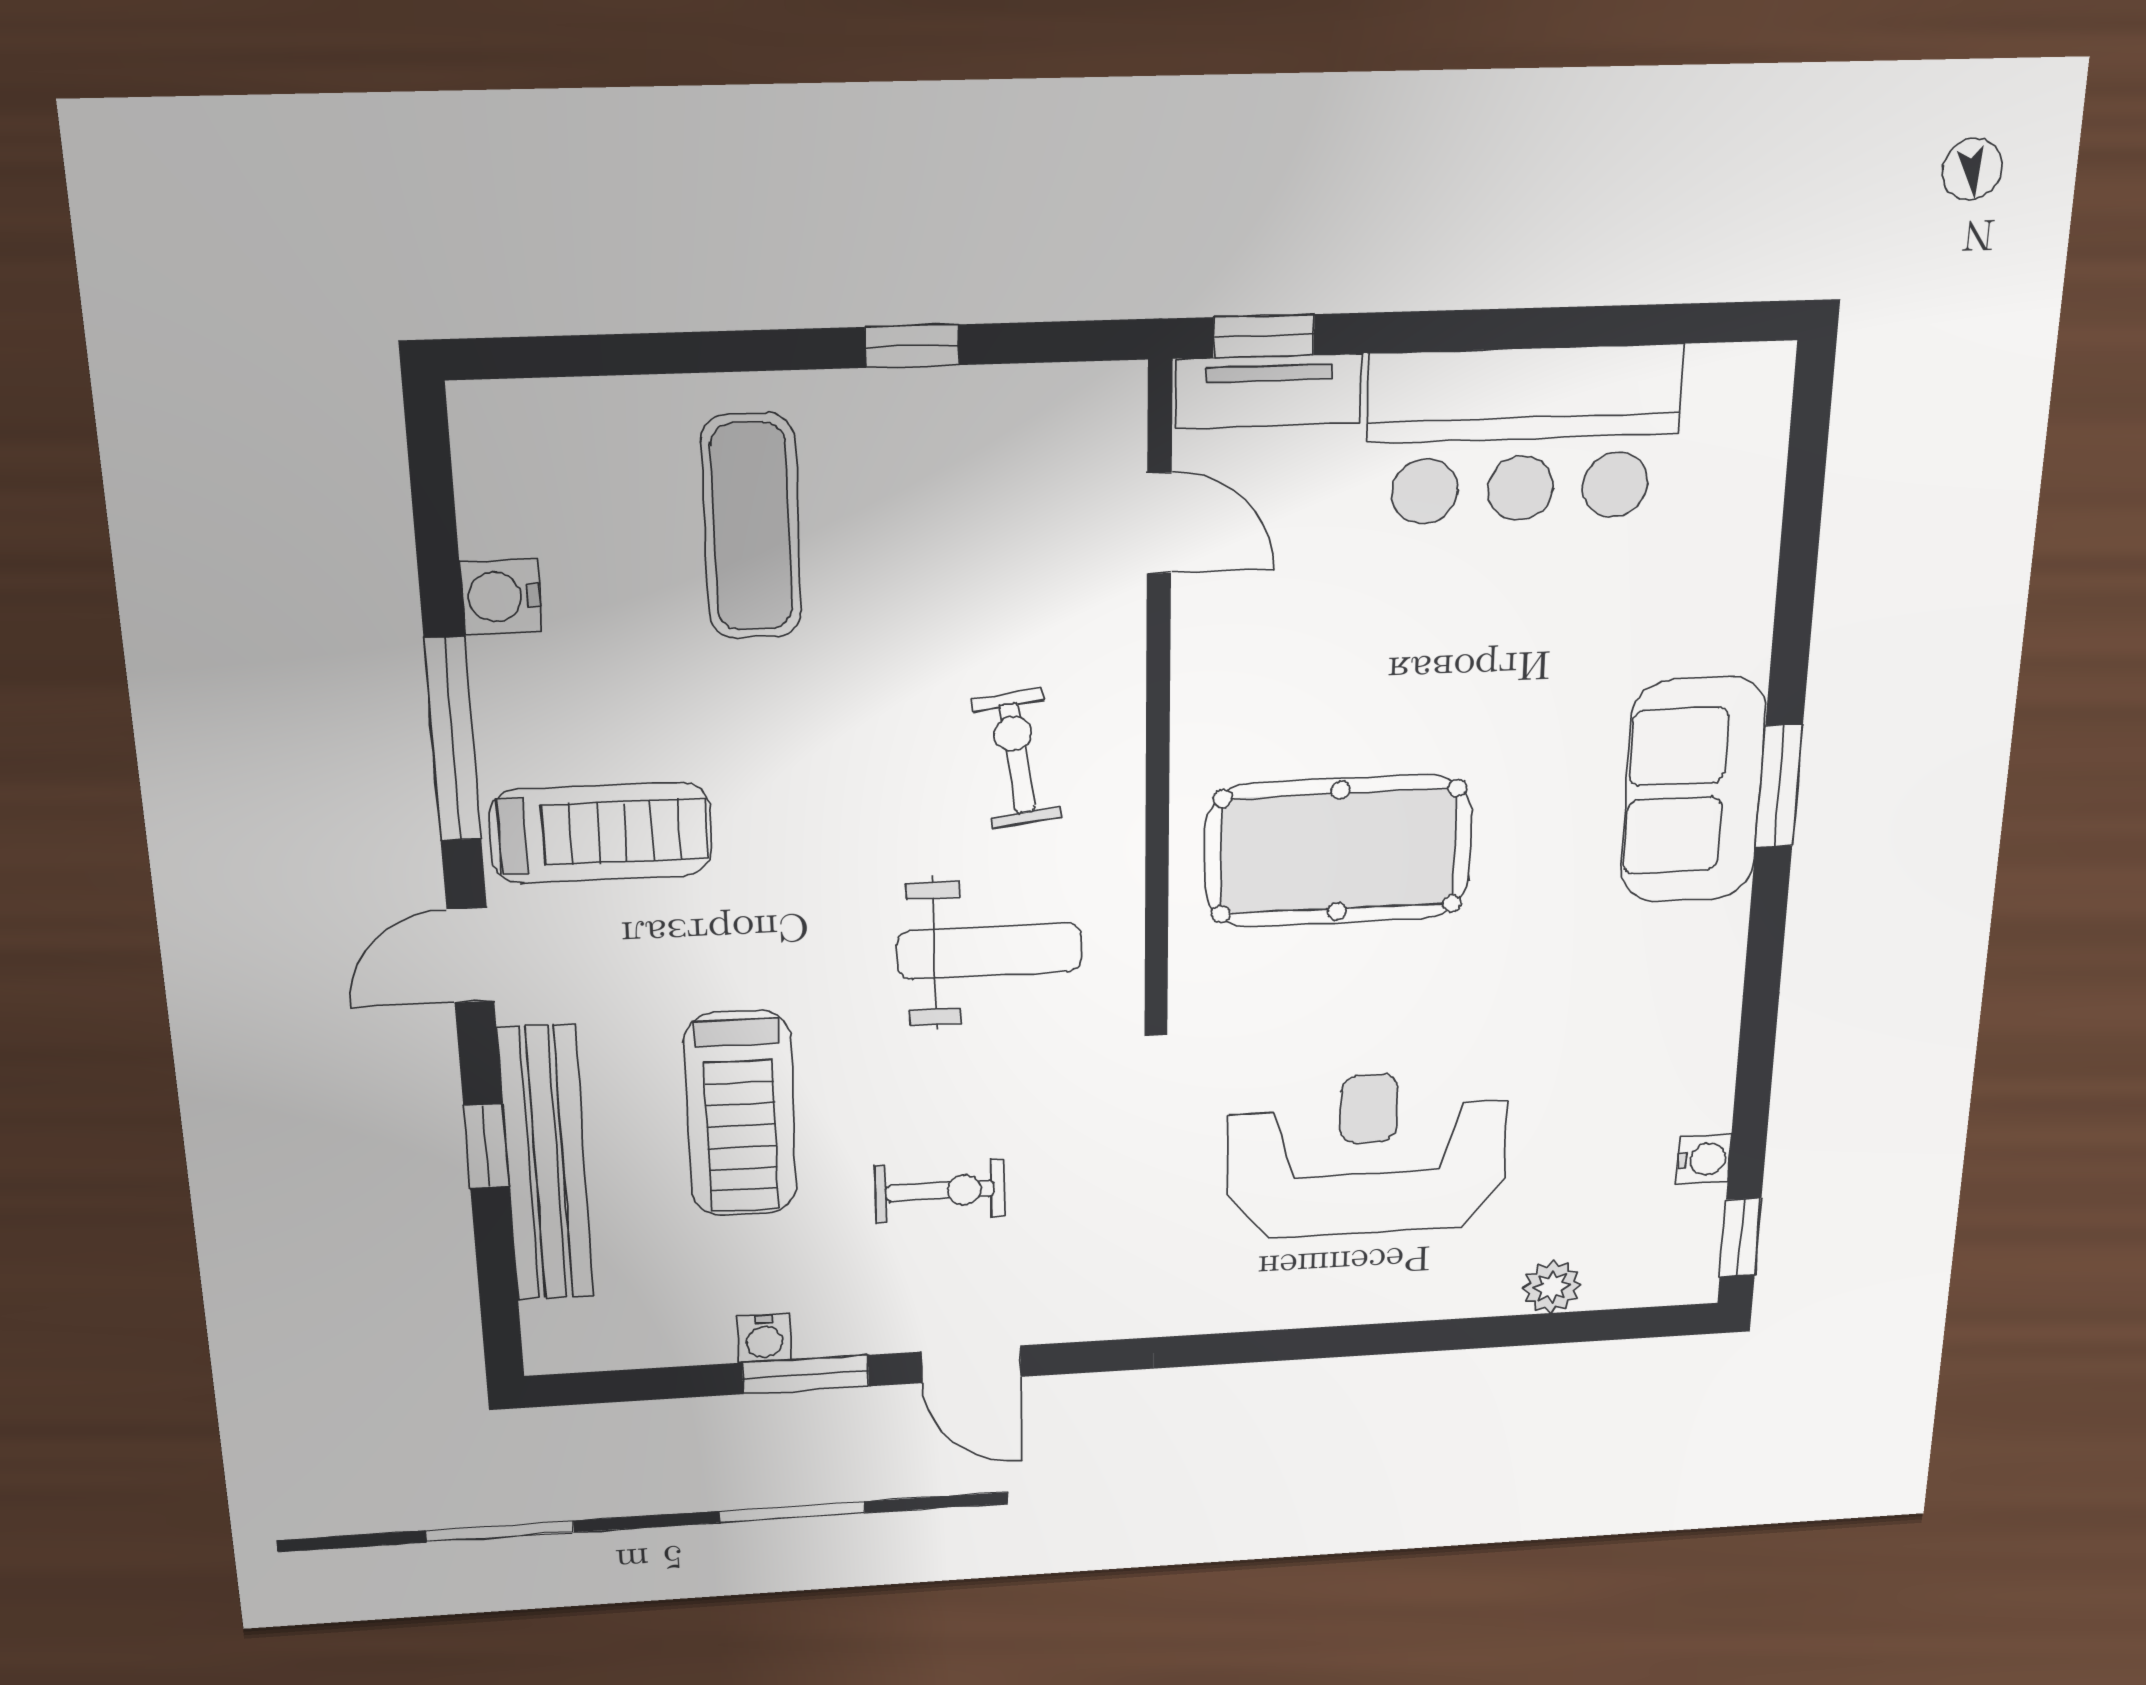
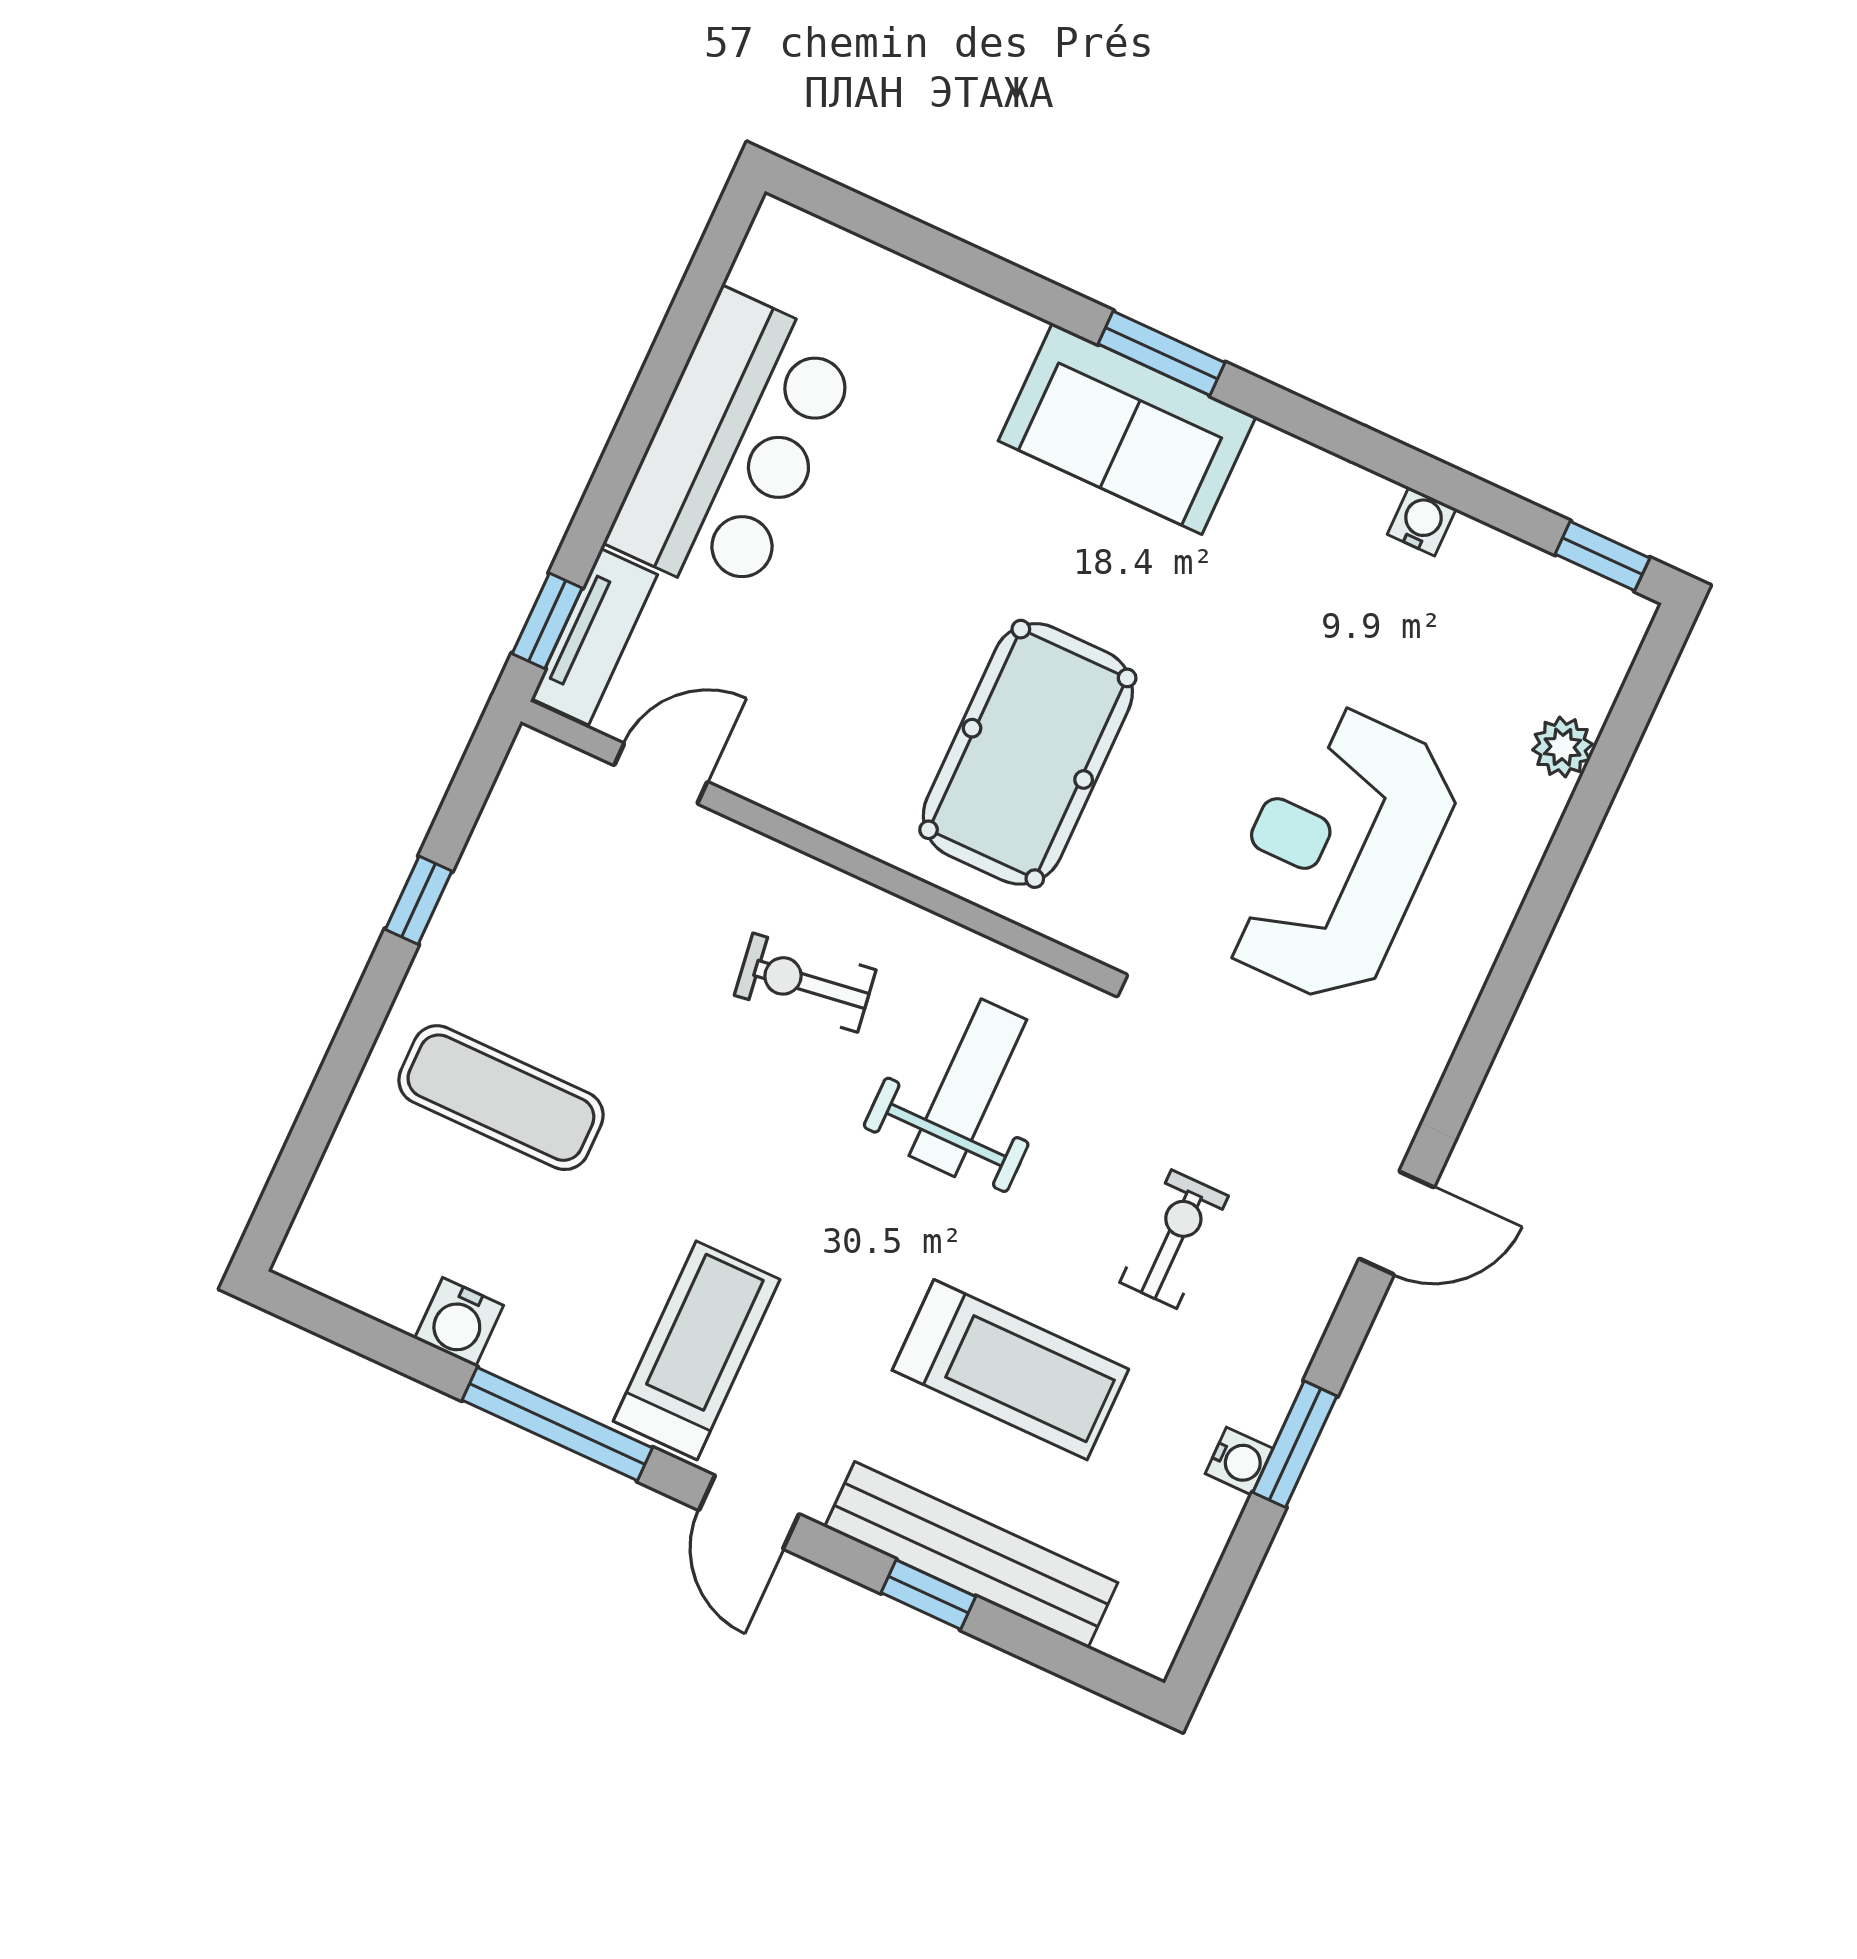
water cooler: (1704, 1159) -> (1422, 521), moved
door: (971, 1364) -> (1397, 1223), moved

